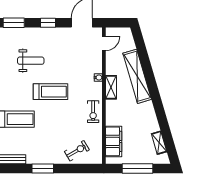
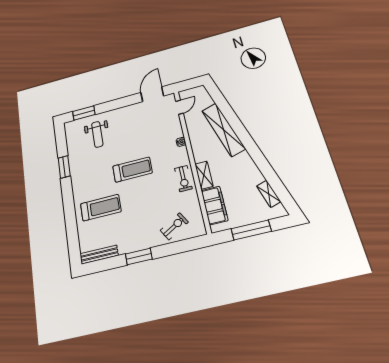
window: (48, 23) -> (118, 104), removed
weight bench: (31, 61) -> (97, 134), moved, turned 90
shelving: (111, 87) -> (204, 175), moved

